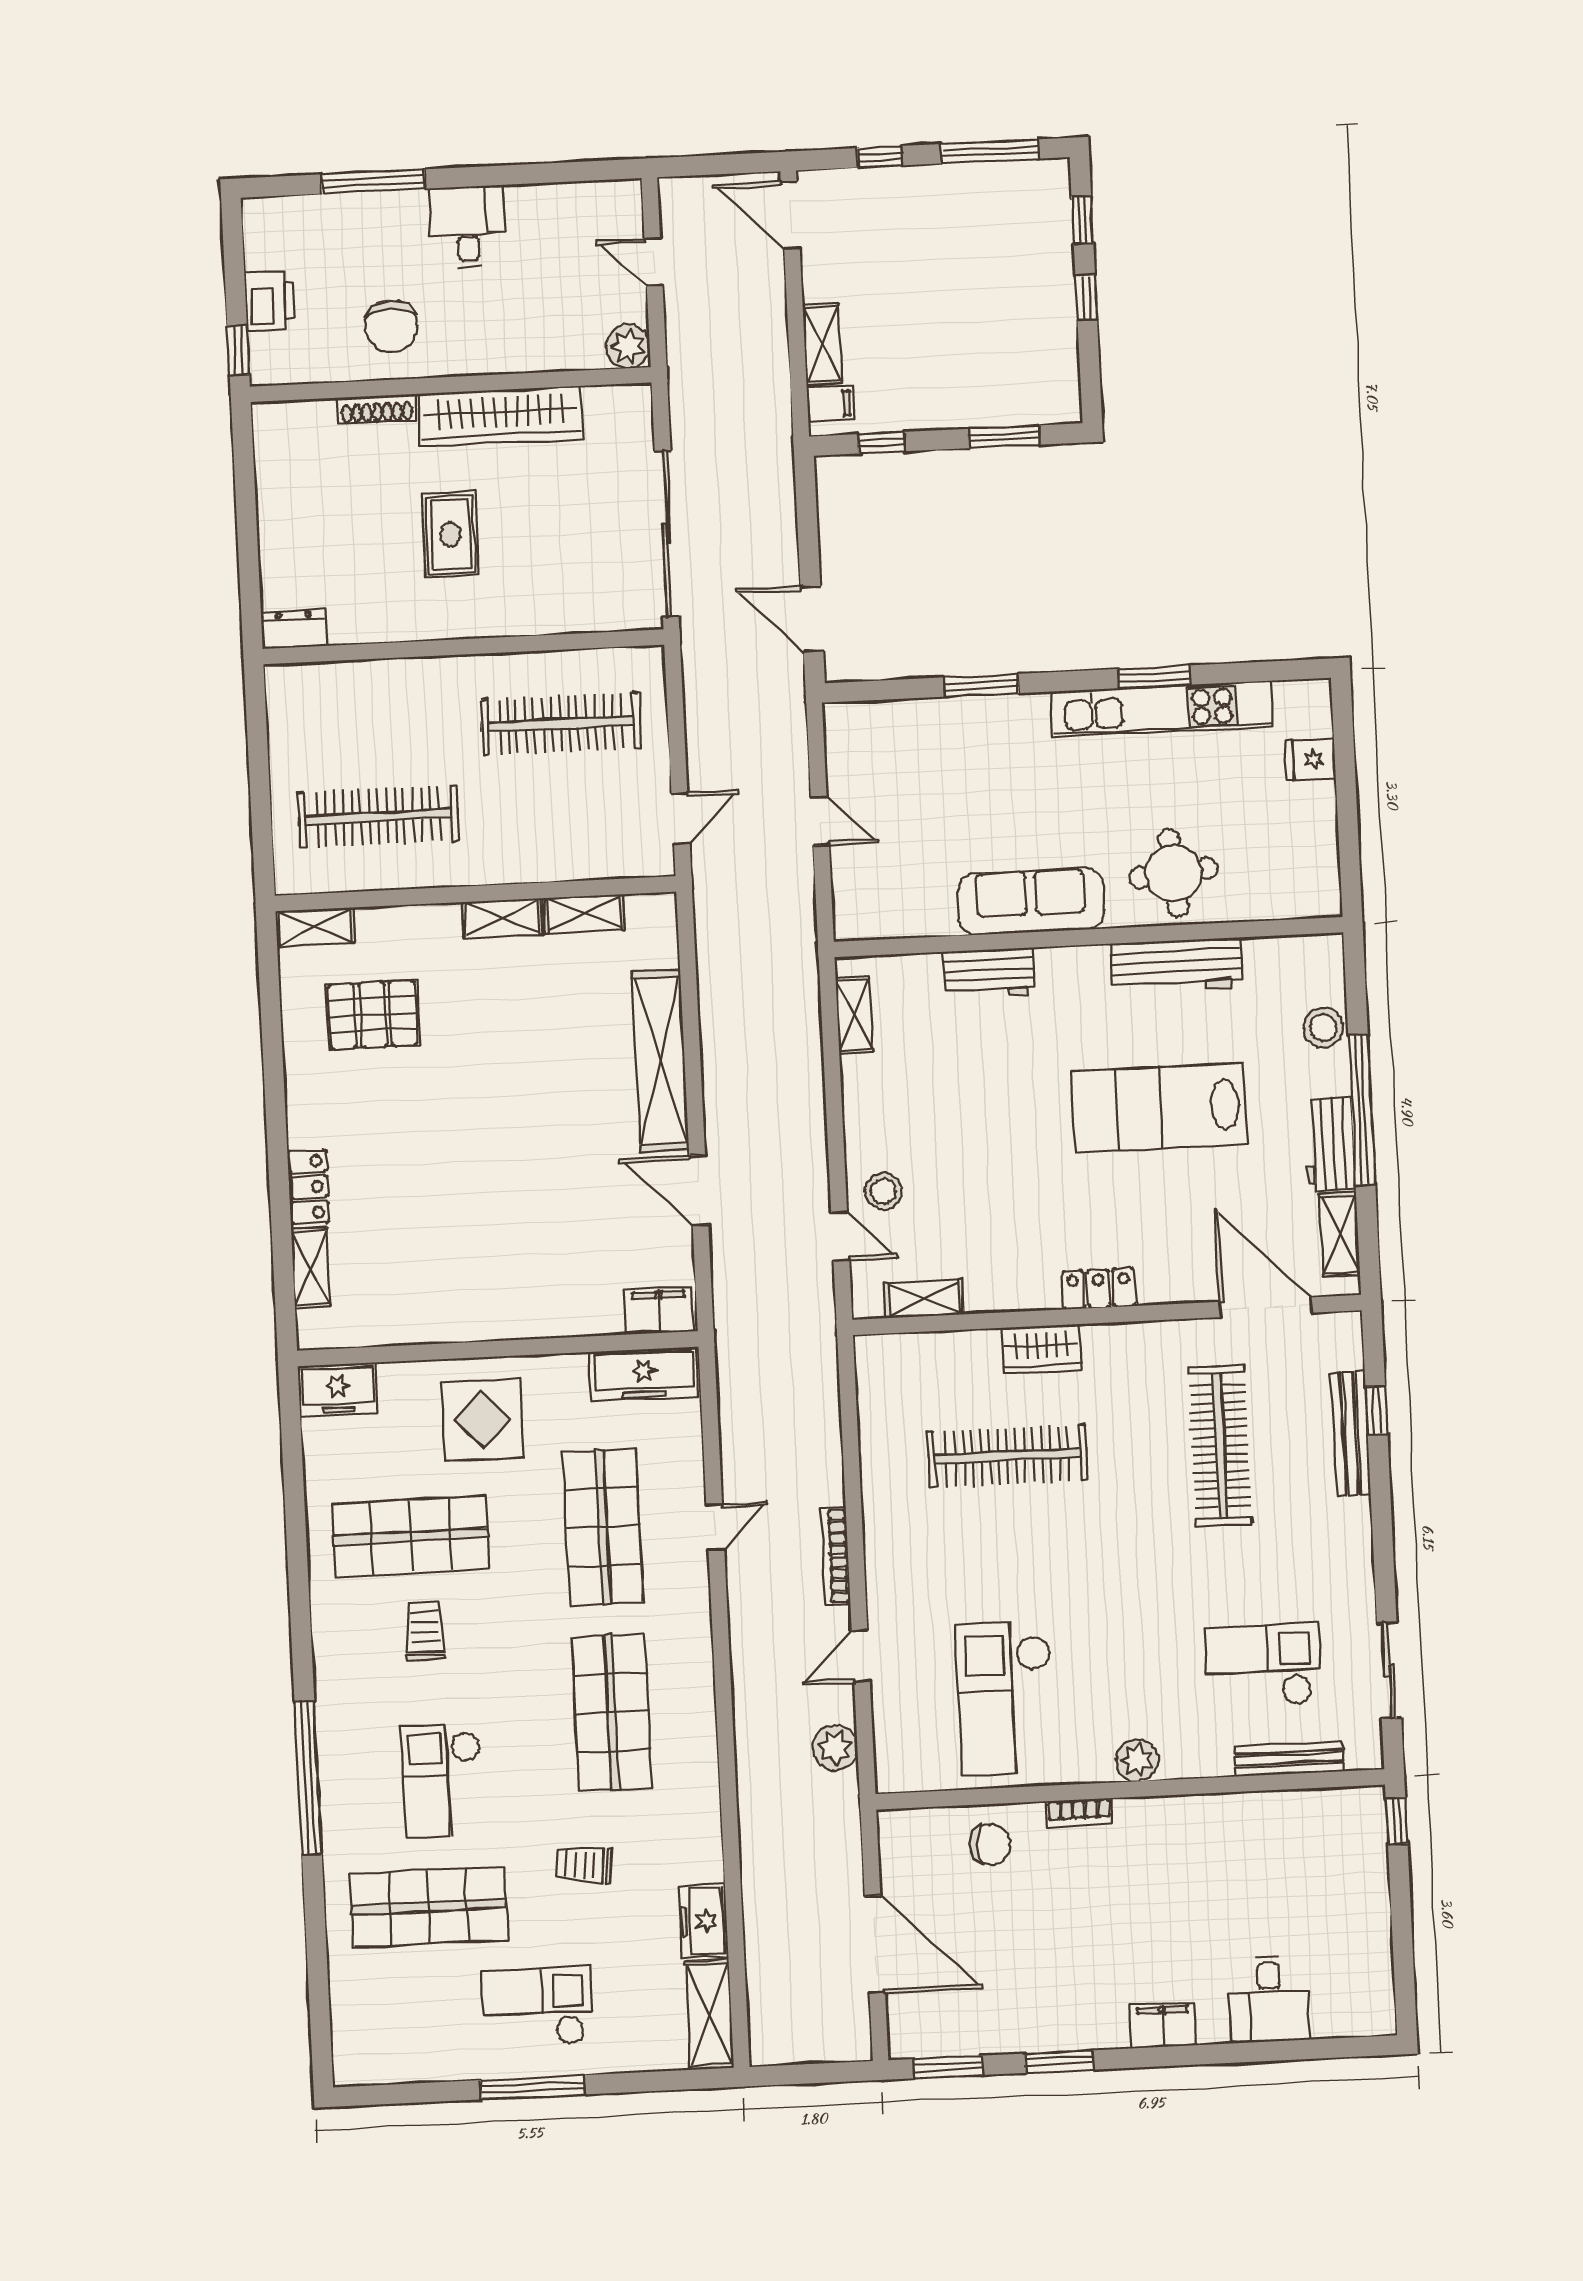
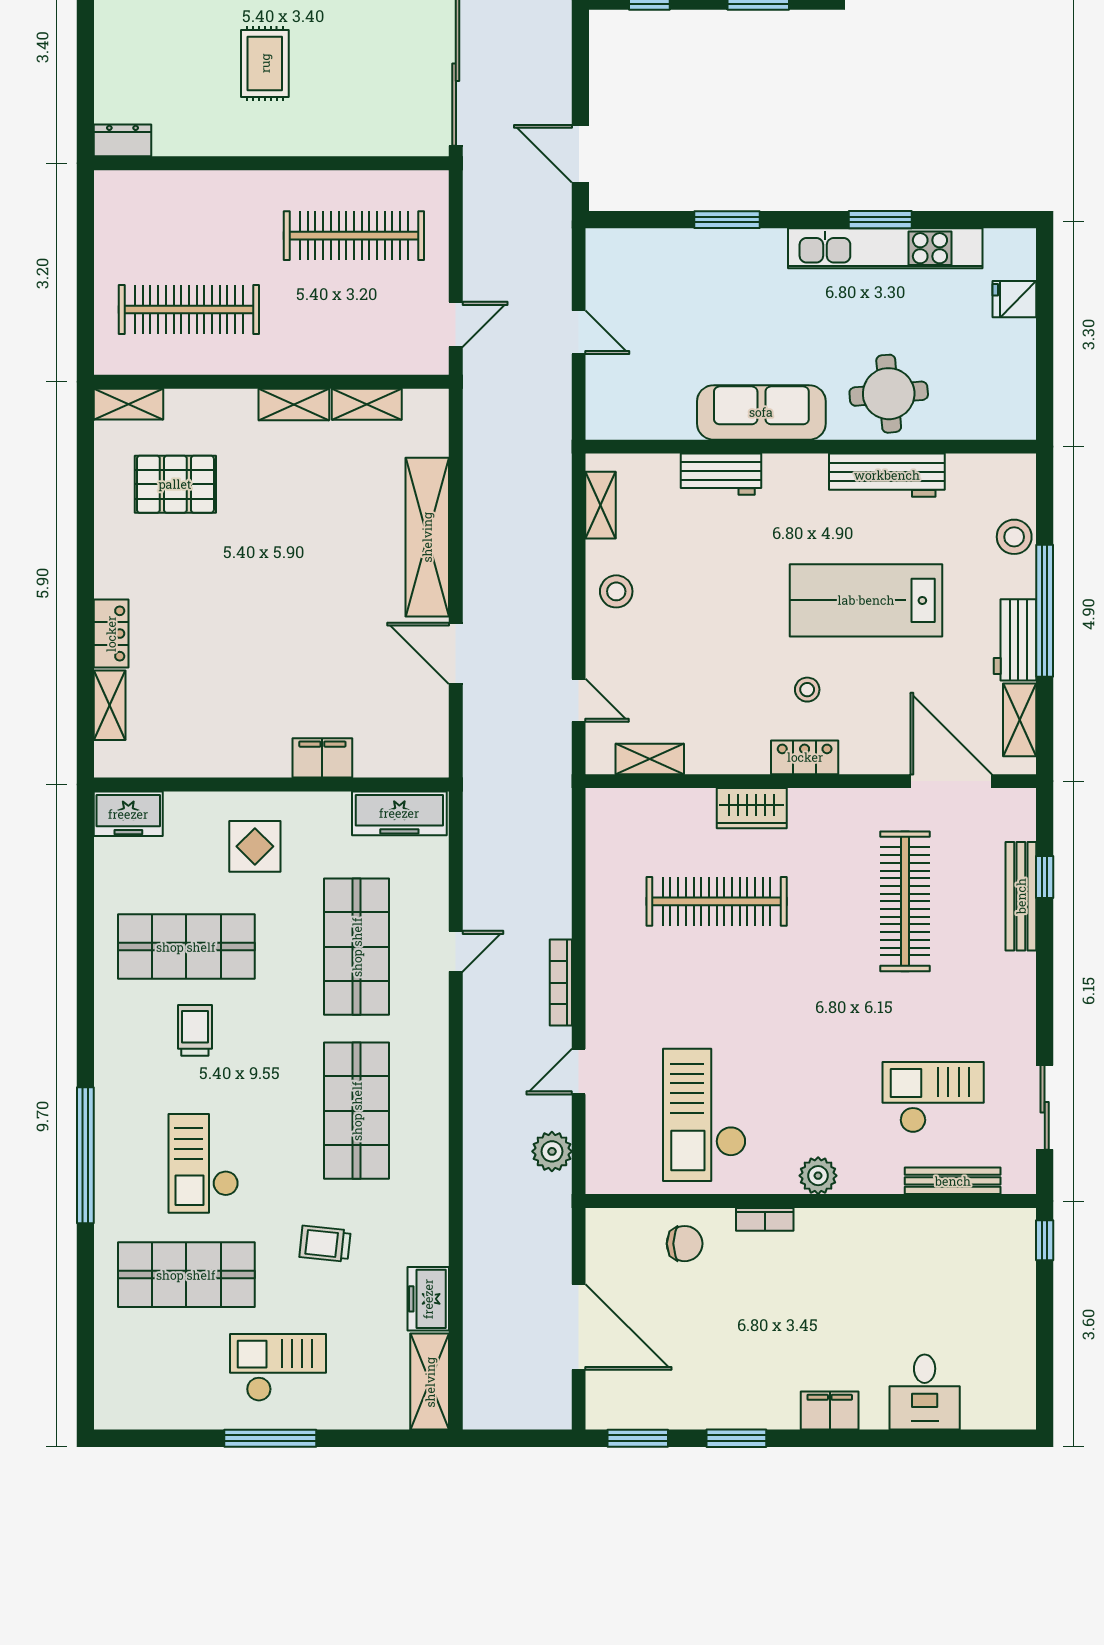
stool: (884, 1191) -> (616, 591), moved
stool: (1098, 1212) -> (807, 690), added
filing cabinet: (659, 1311) -> (322, 758), moved
display table: (482, 1419) -> (255, 846), width x0.73, depth x0.73

